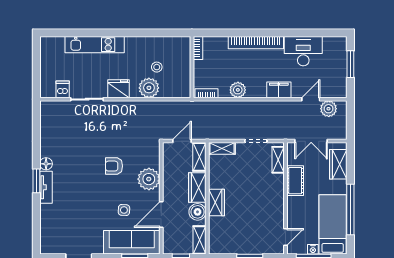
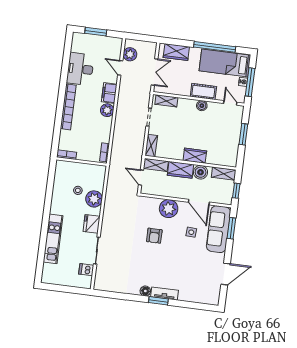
plant: (238, 90) -> (107, 110), moved
cot: (295, 181) -> (203, 91), moved
boiler: (278, 203) -> (202, 106), added

